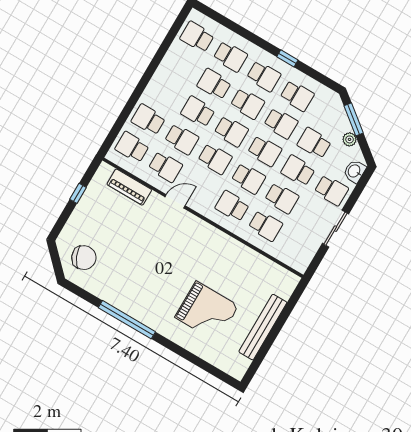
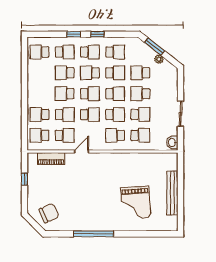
window: (256, 40) -> (74, 34), added
school desk: (247, 104) -> (90, 73), turned 180
washbasin: (354, 171) -> (172, 142), moved
school desk: (331, 190) -> (166, 94), removed
grand piano: (207, 312) -> (136, 203), turned 86

